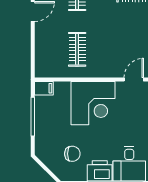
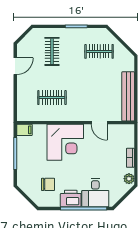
clothes rail: (77, 49) -> (52, 98), turned 90
door: (134, 79) -> (99, 123), swing flipped

